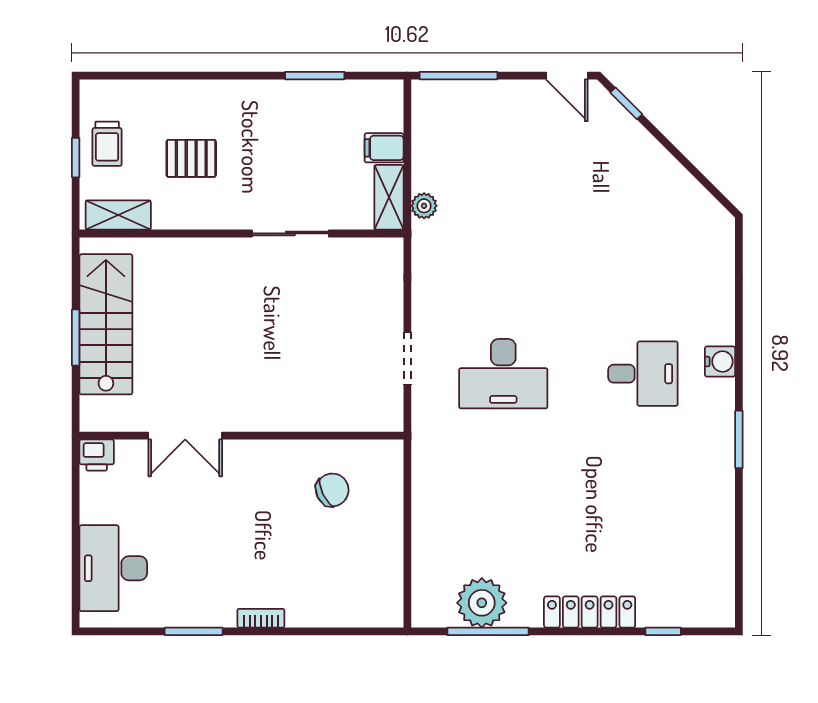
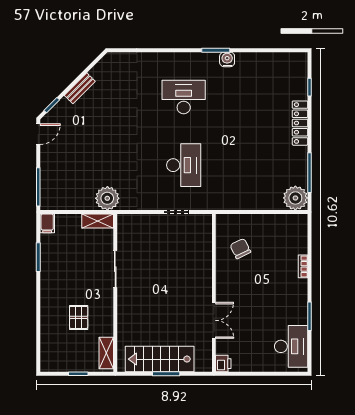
trolley: (107, 144) -> (71, 358), removed
filing cabinet: (384, 148) -> (47, 223), moved
bench: (661, 161) -> (80, 88), added
plant: (424, 206) -> (107, 198), width x1.88, depth x1.88
water cooler: (720, 362) -> (227, 59), moved
desk: (643, 374) -> (184, 97), width x1.37
desk: (113, 568) -> (291, 346), moved, turned -90
plant: (482, 603) -> (295, 198), moved
bookcase: (261, 618) -> (303, 266), moved

